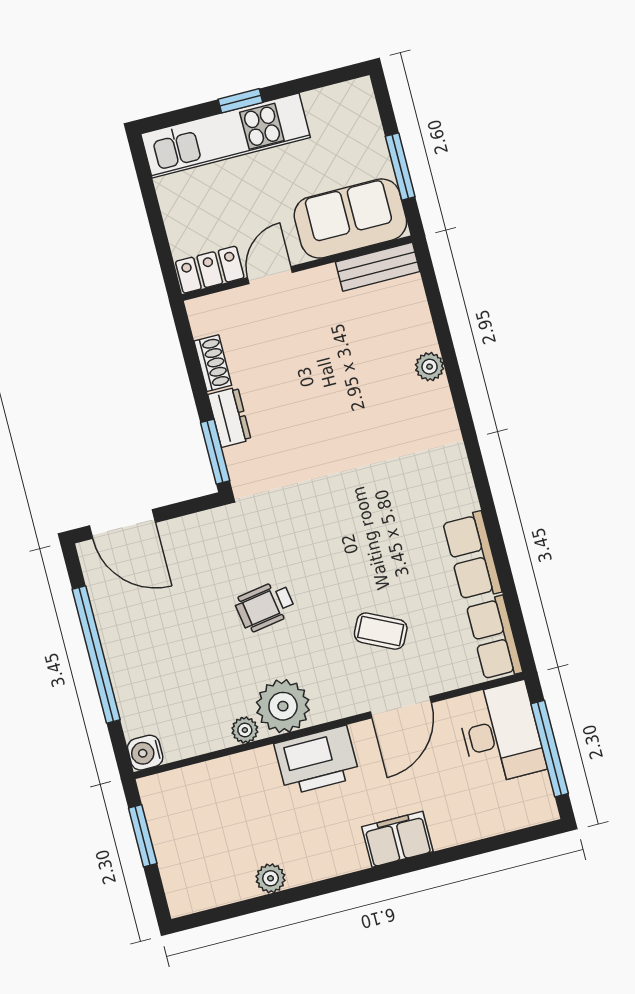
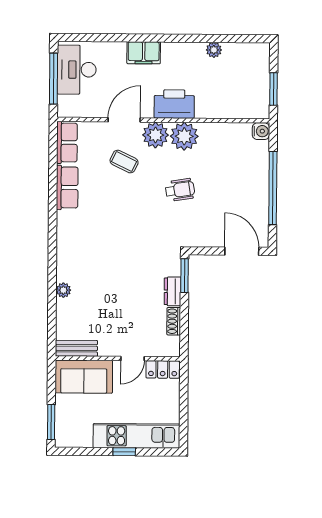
window: (400, 166) -> (51, 422), moved
plant: (245, 730) -> (155, 135), moved, width x1.88, depth x1.88
desk: (501, 733) -> (77, 70), moved

